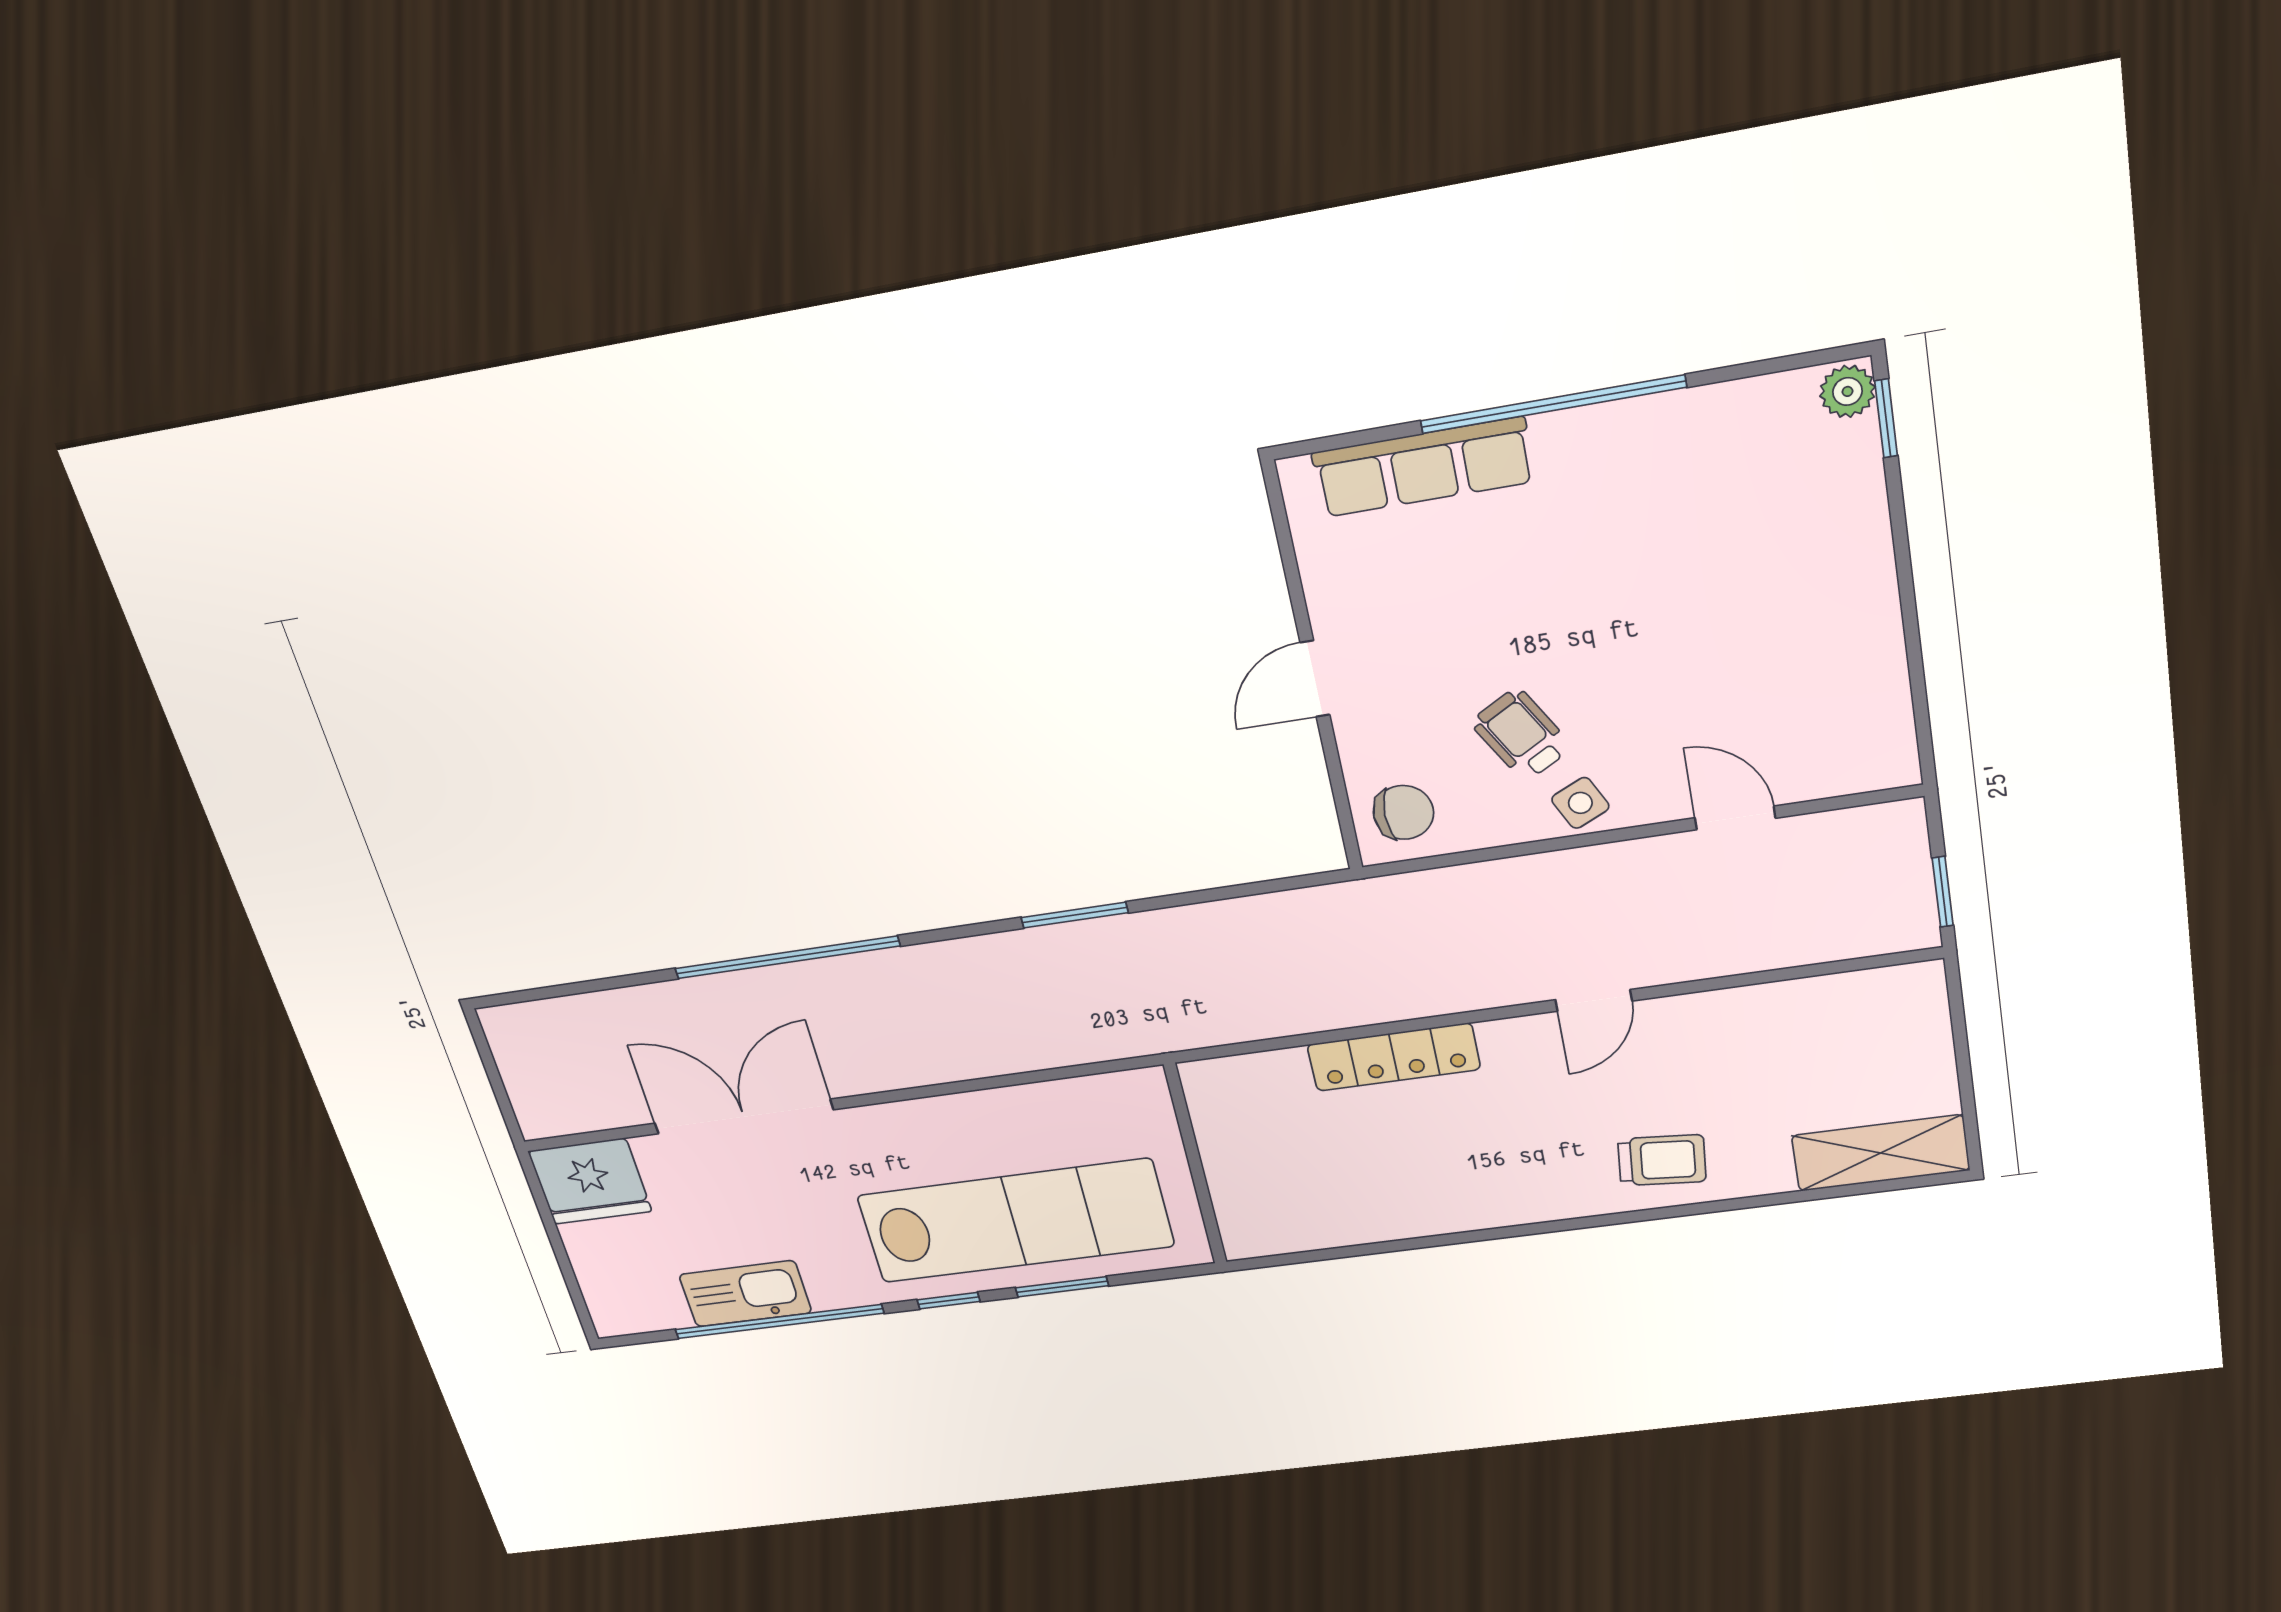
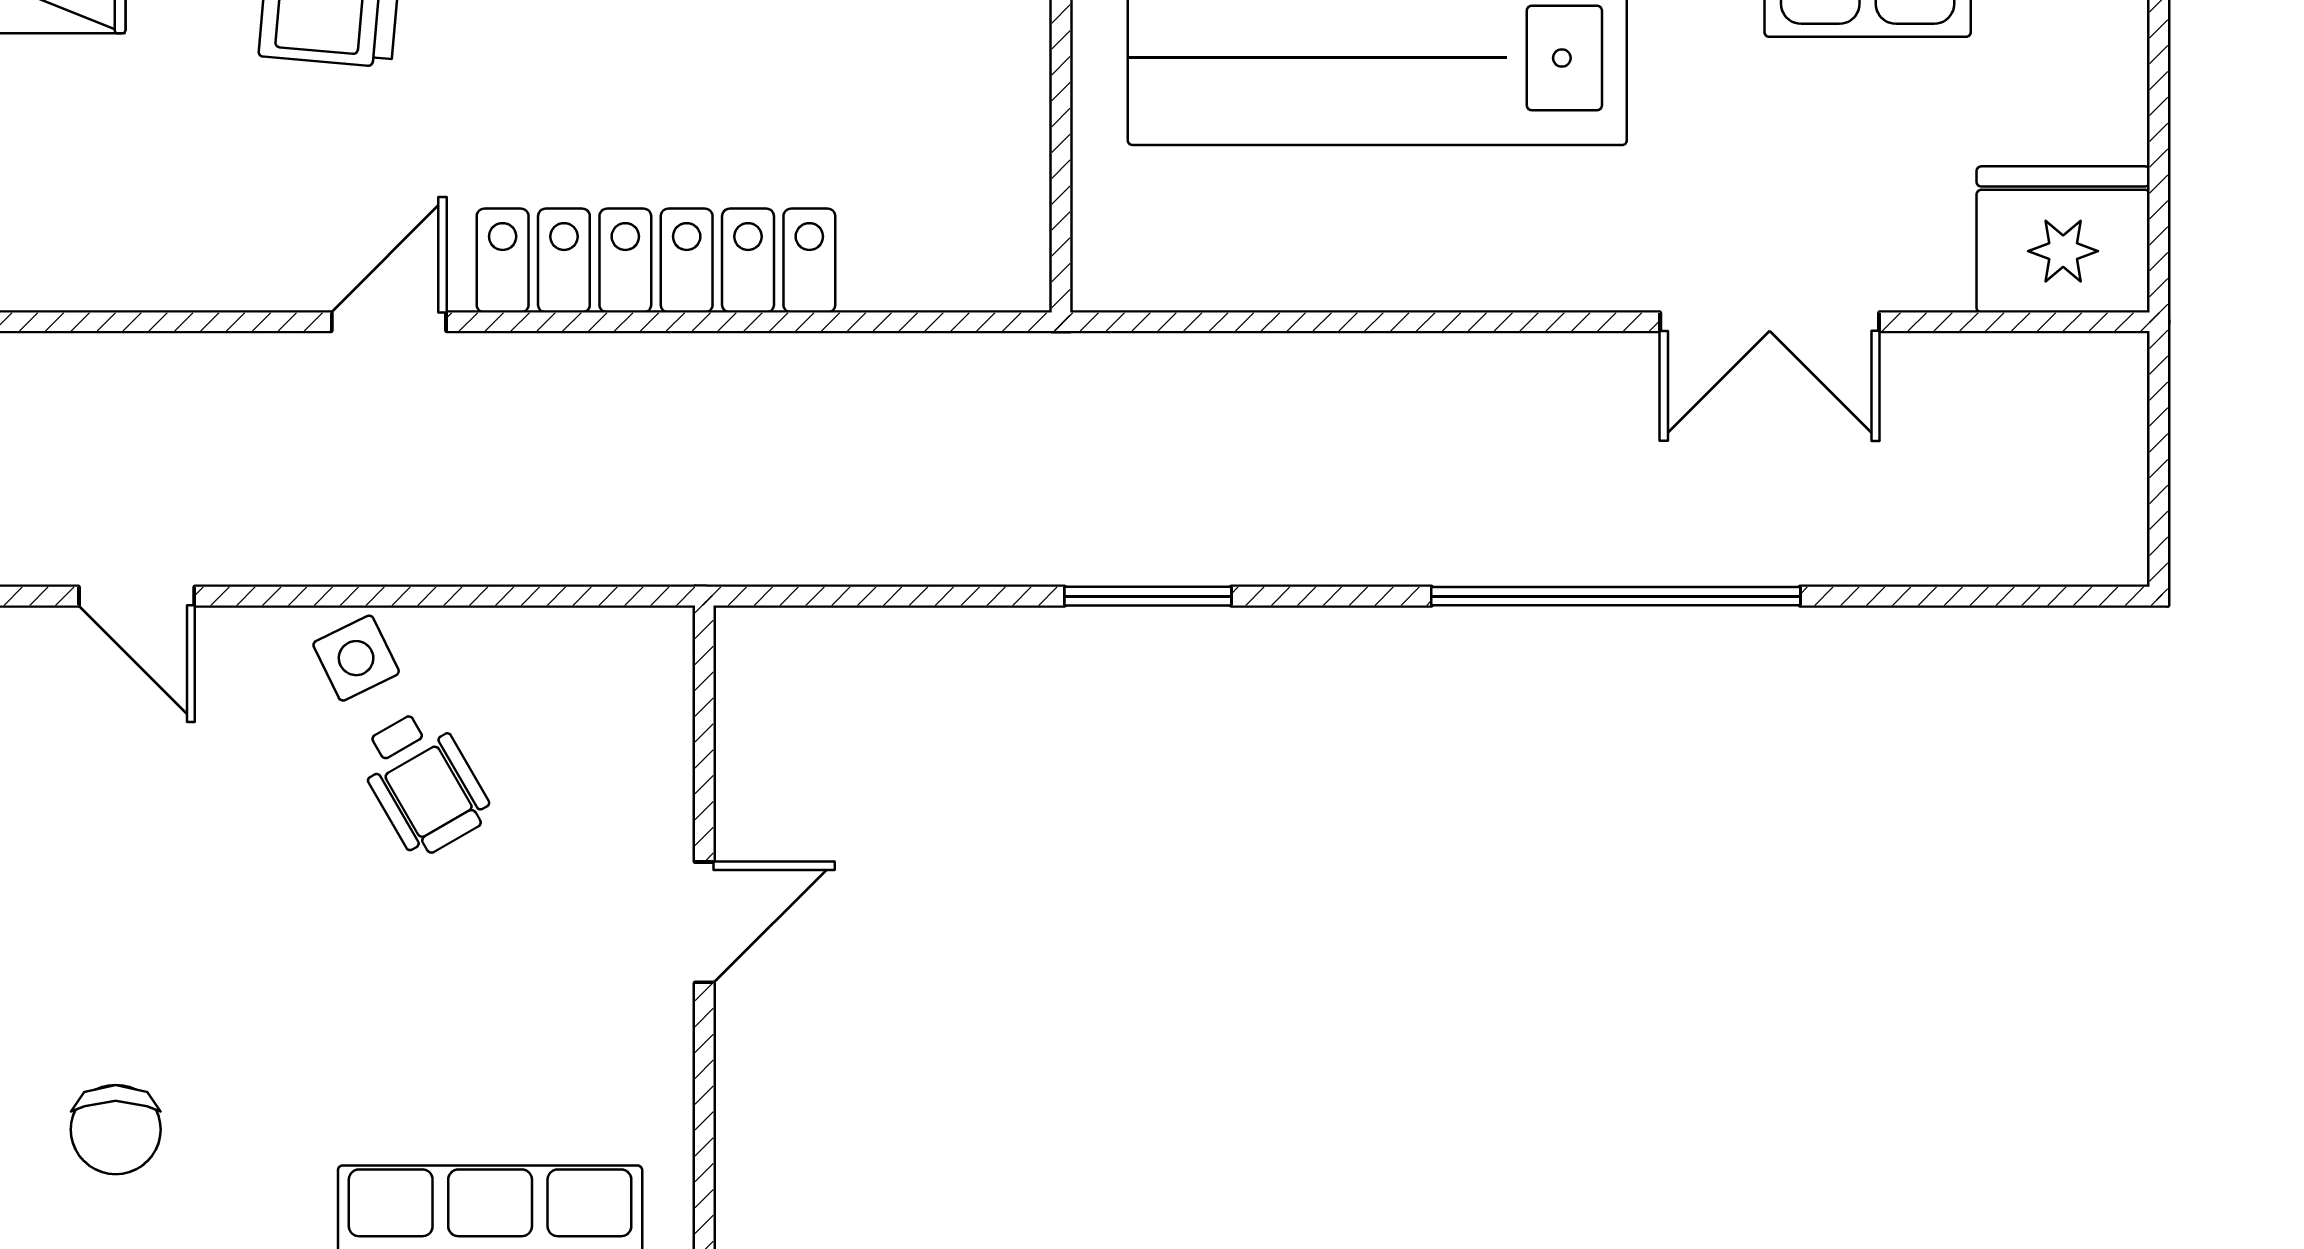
chair: (1403, 812) -> (116, 1130), moved, turned -90
locker: (1394, 1057) -> (656, 261), width x1.41, depth x1.21
double door: (744, 1117) -> (1770, 322), width x0.73

